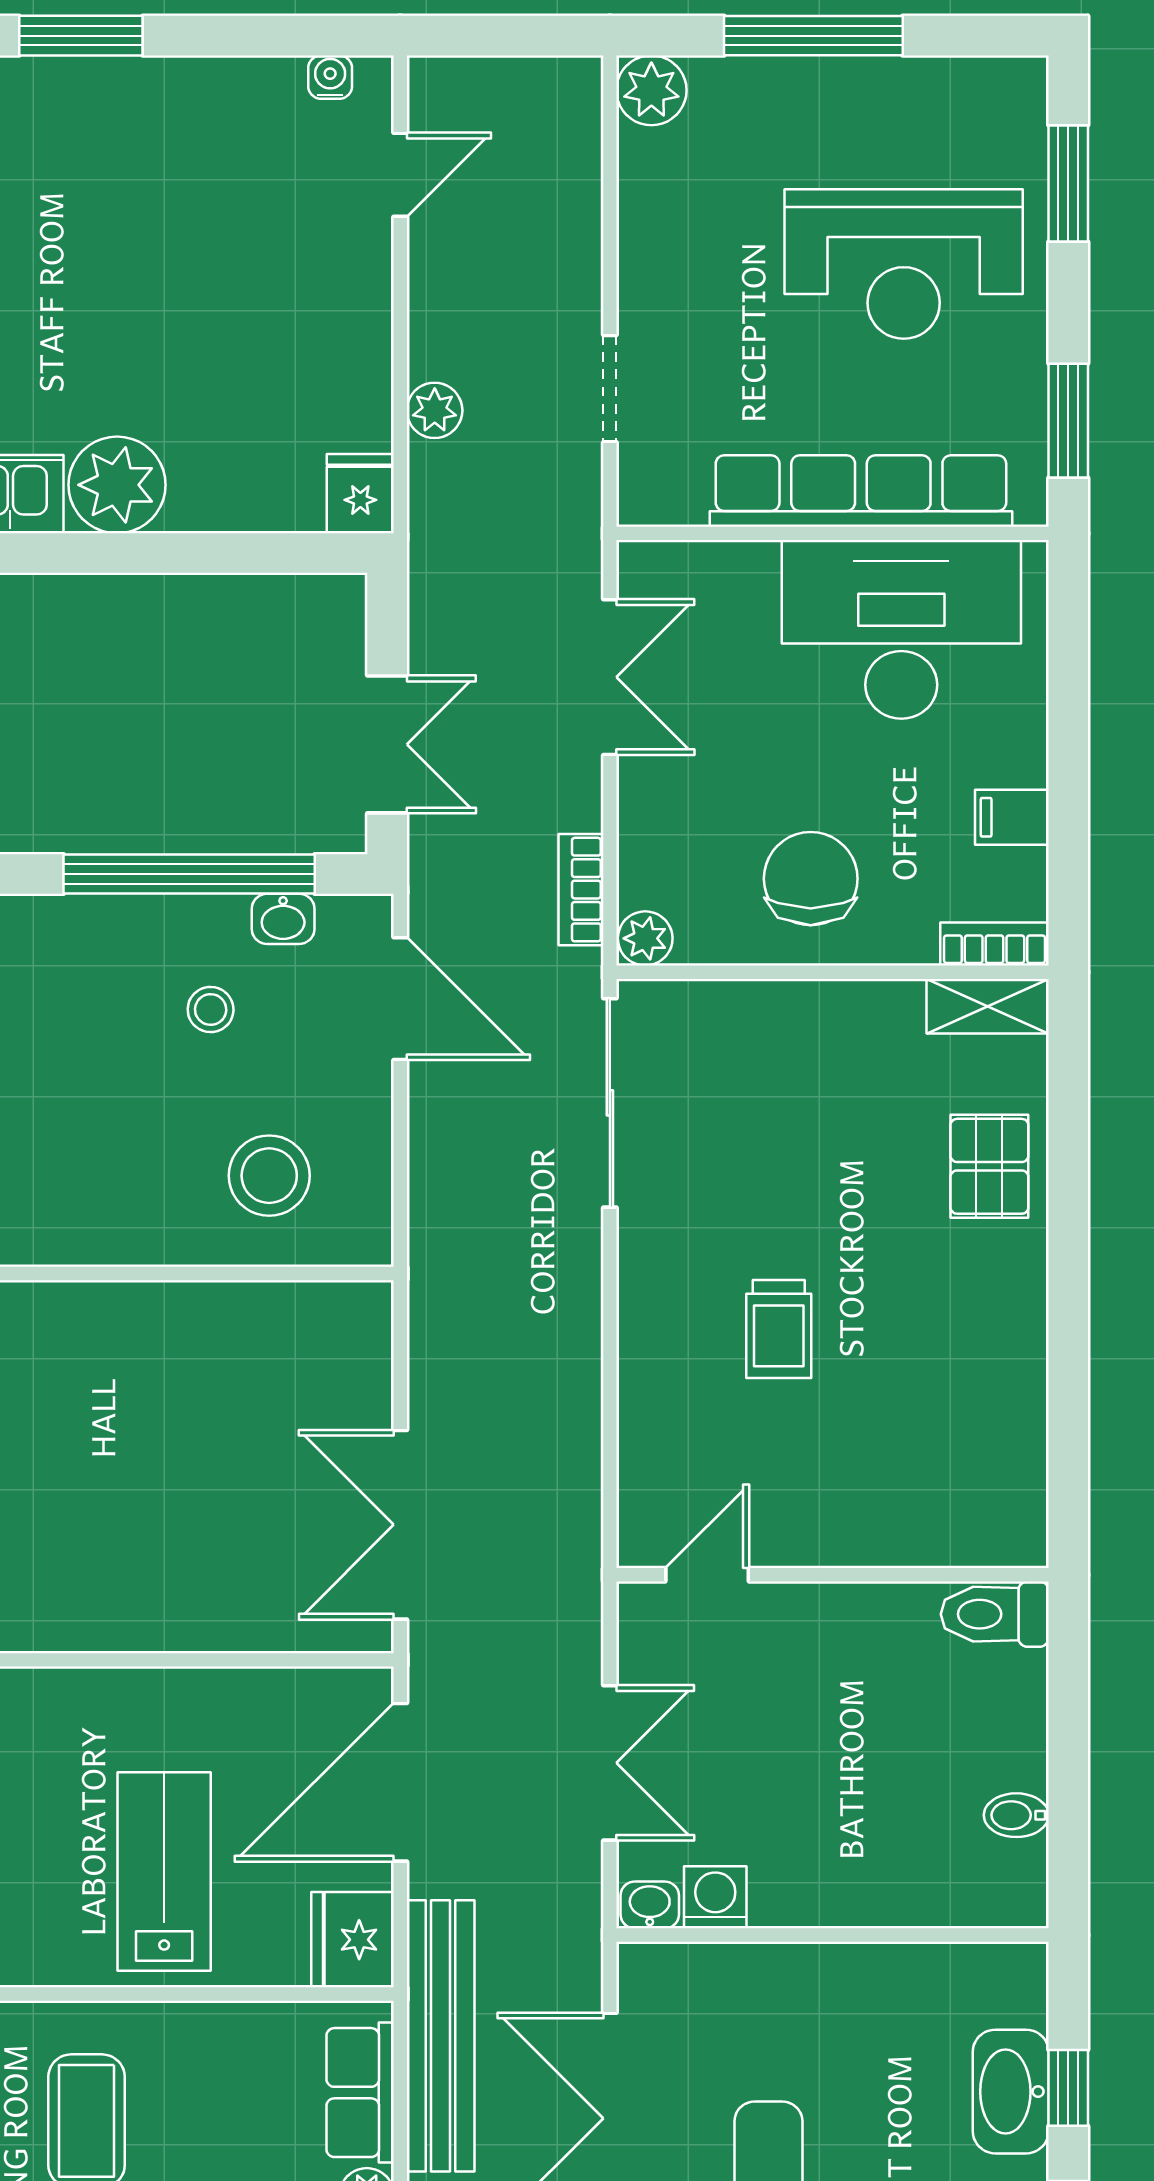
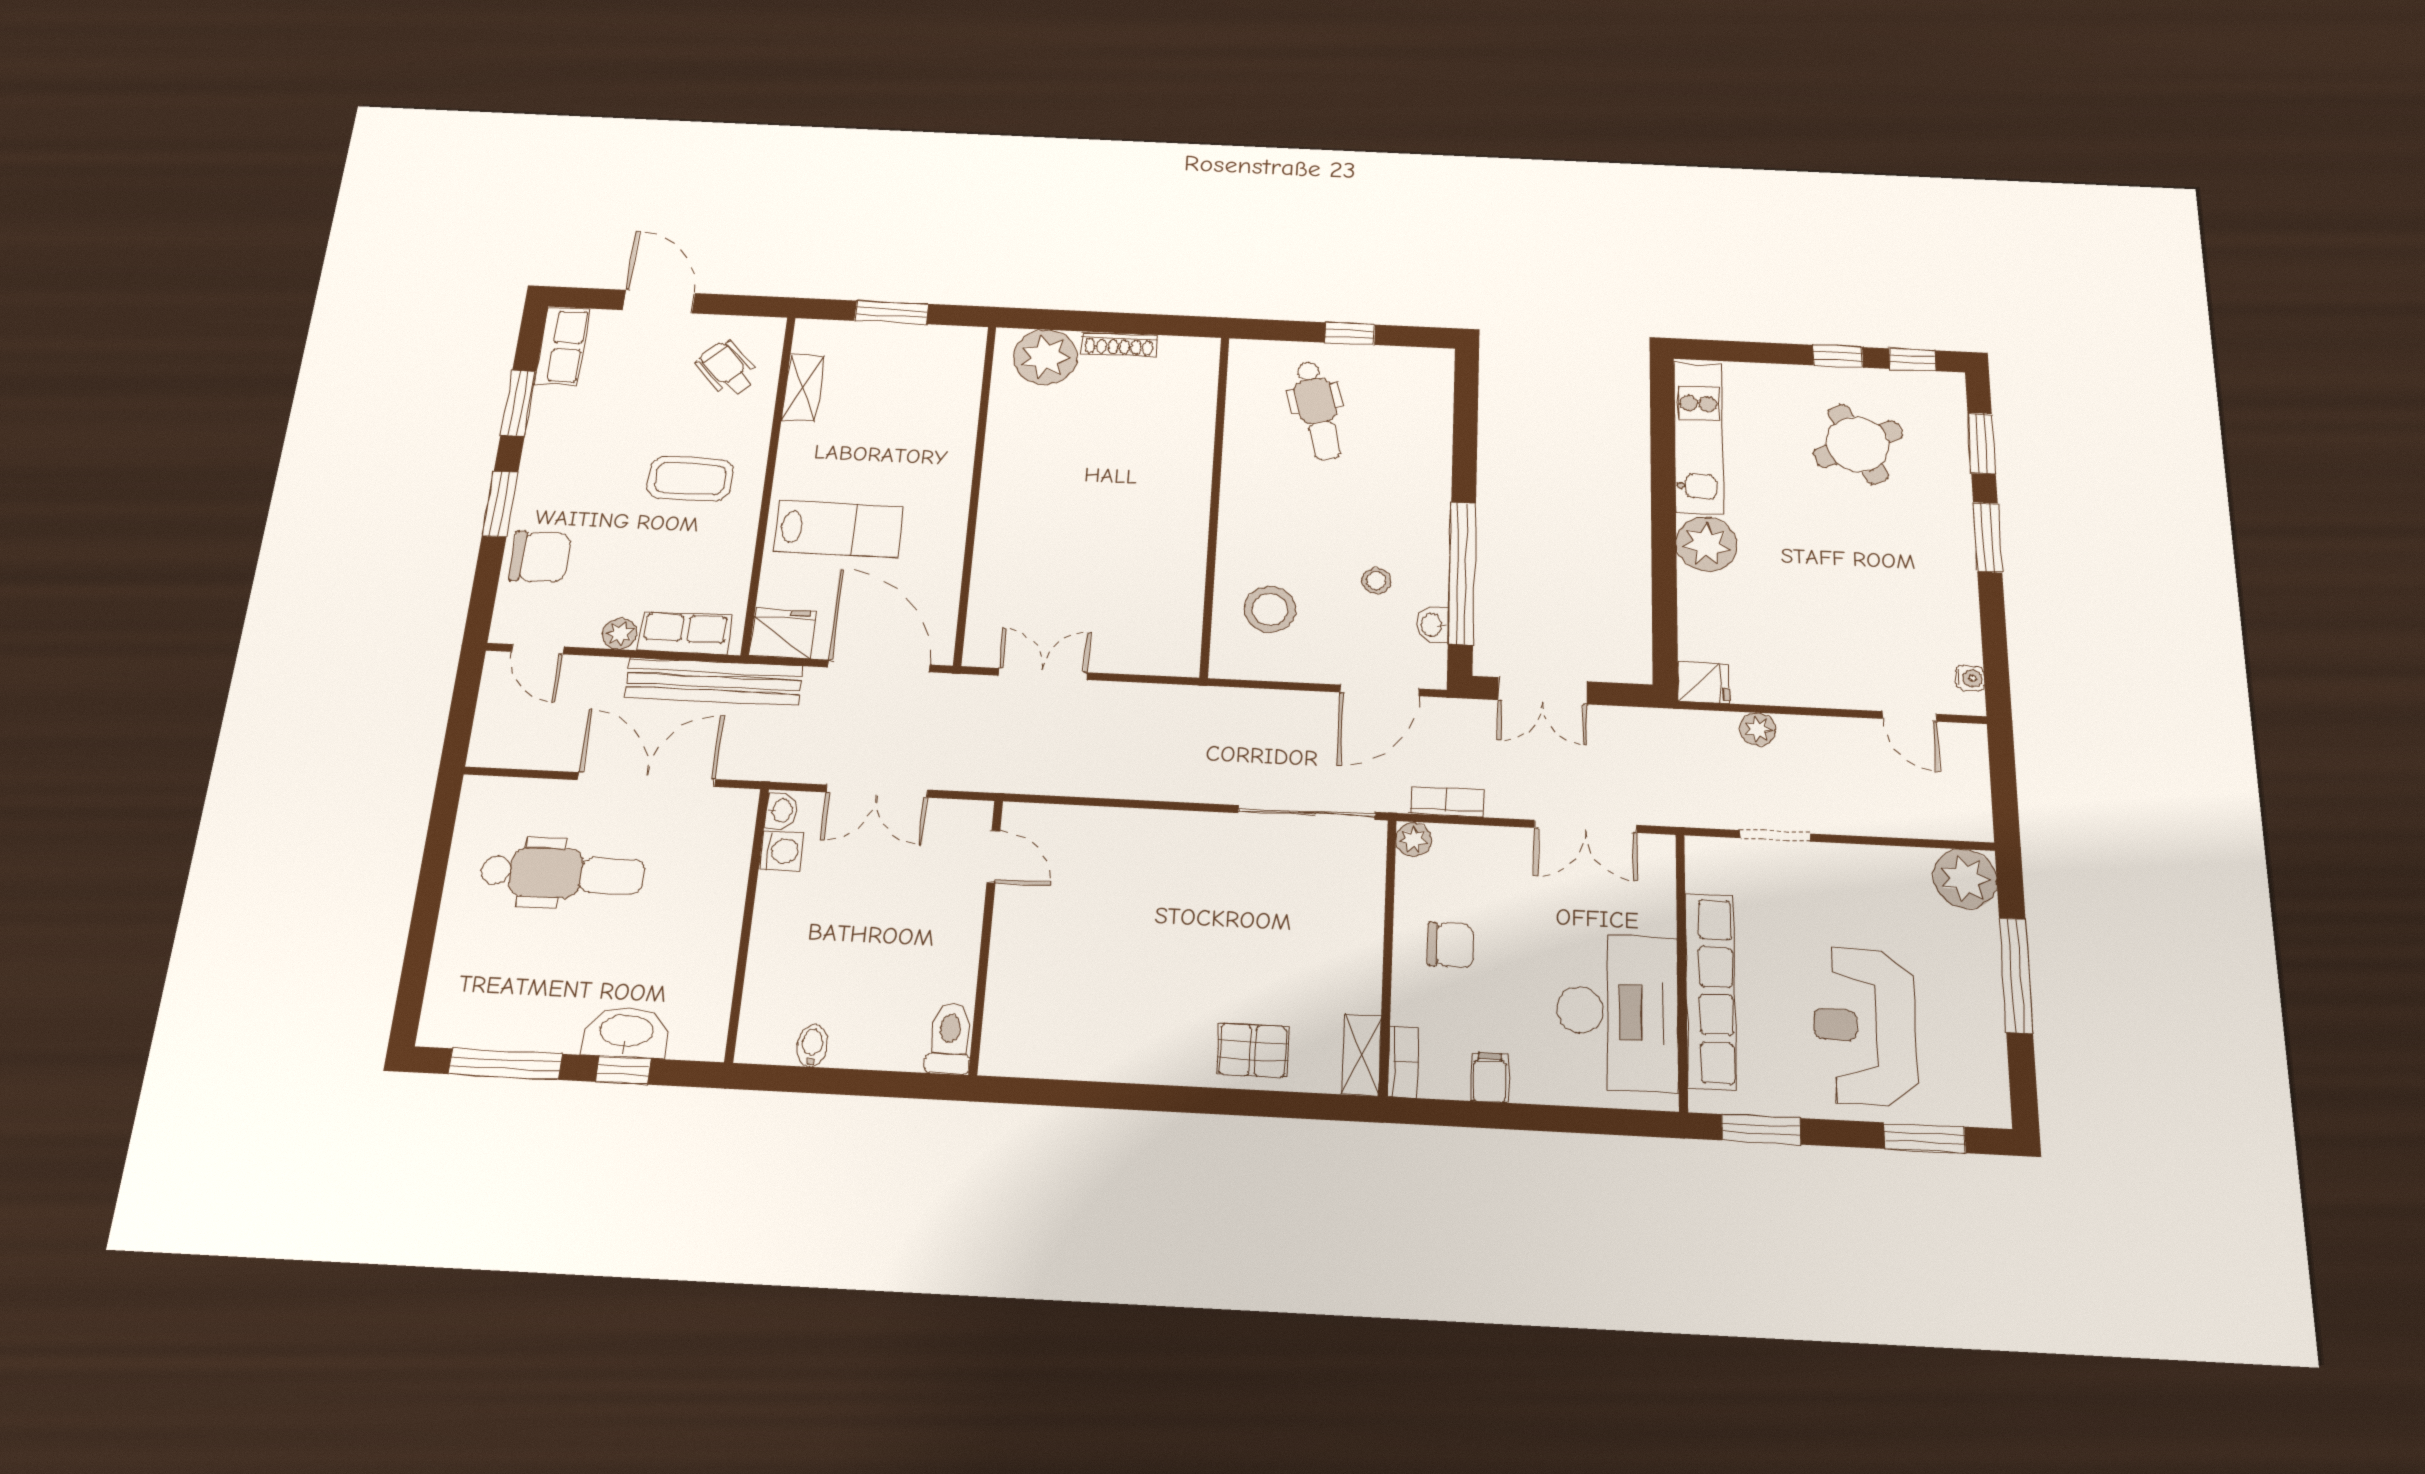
plant: (651, 90) -> (1965, 879), width x1.36, depth x1.36
chair: (811, 879) -> (1451, 945), width x0.73, depth x0.73
trolley: (779, 1329) -> (1152, 910), removed
double door: (400, 1525) -> (1043, 674), width x0.73

